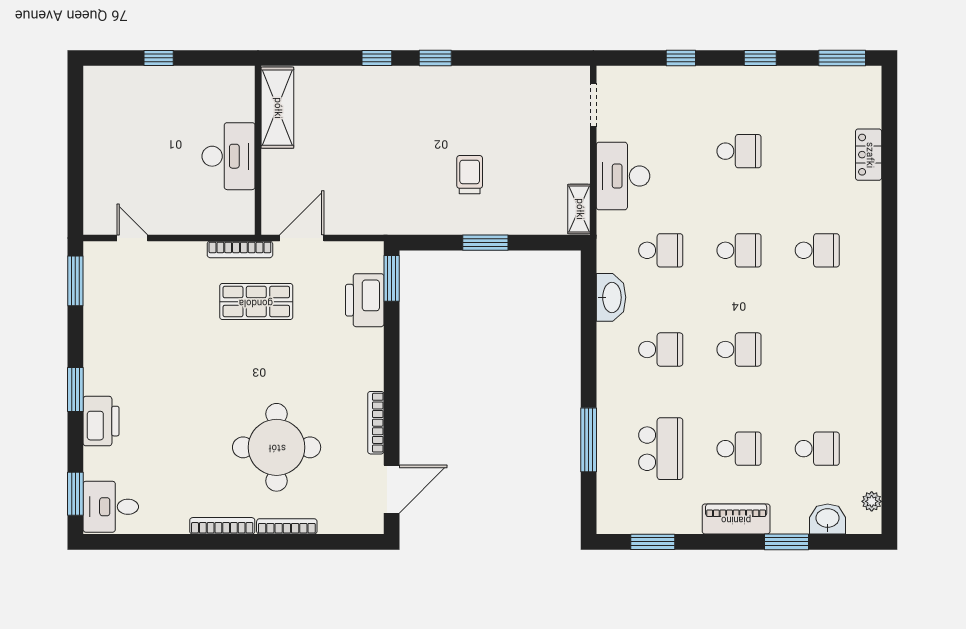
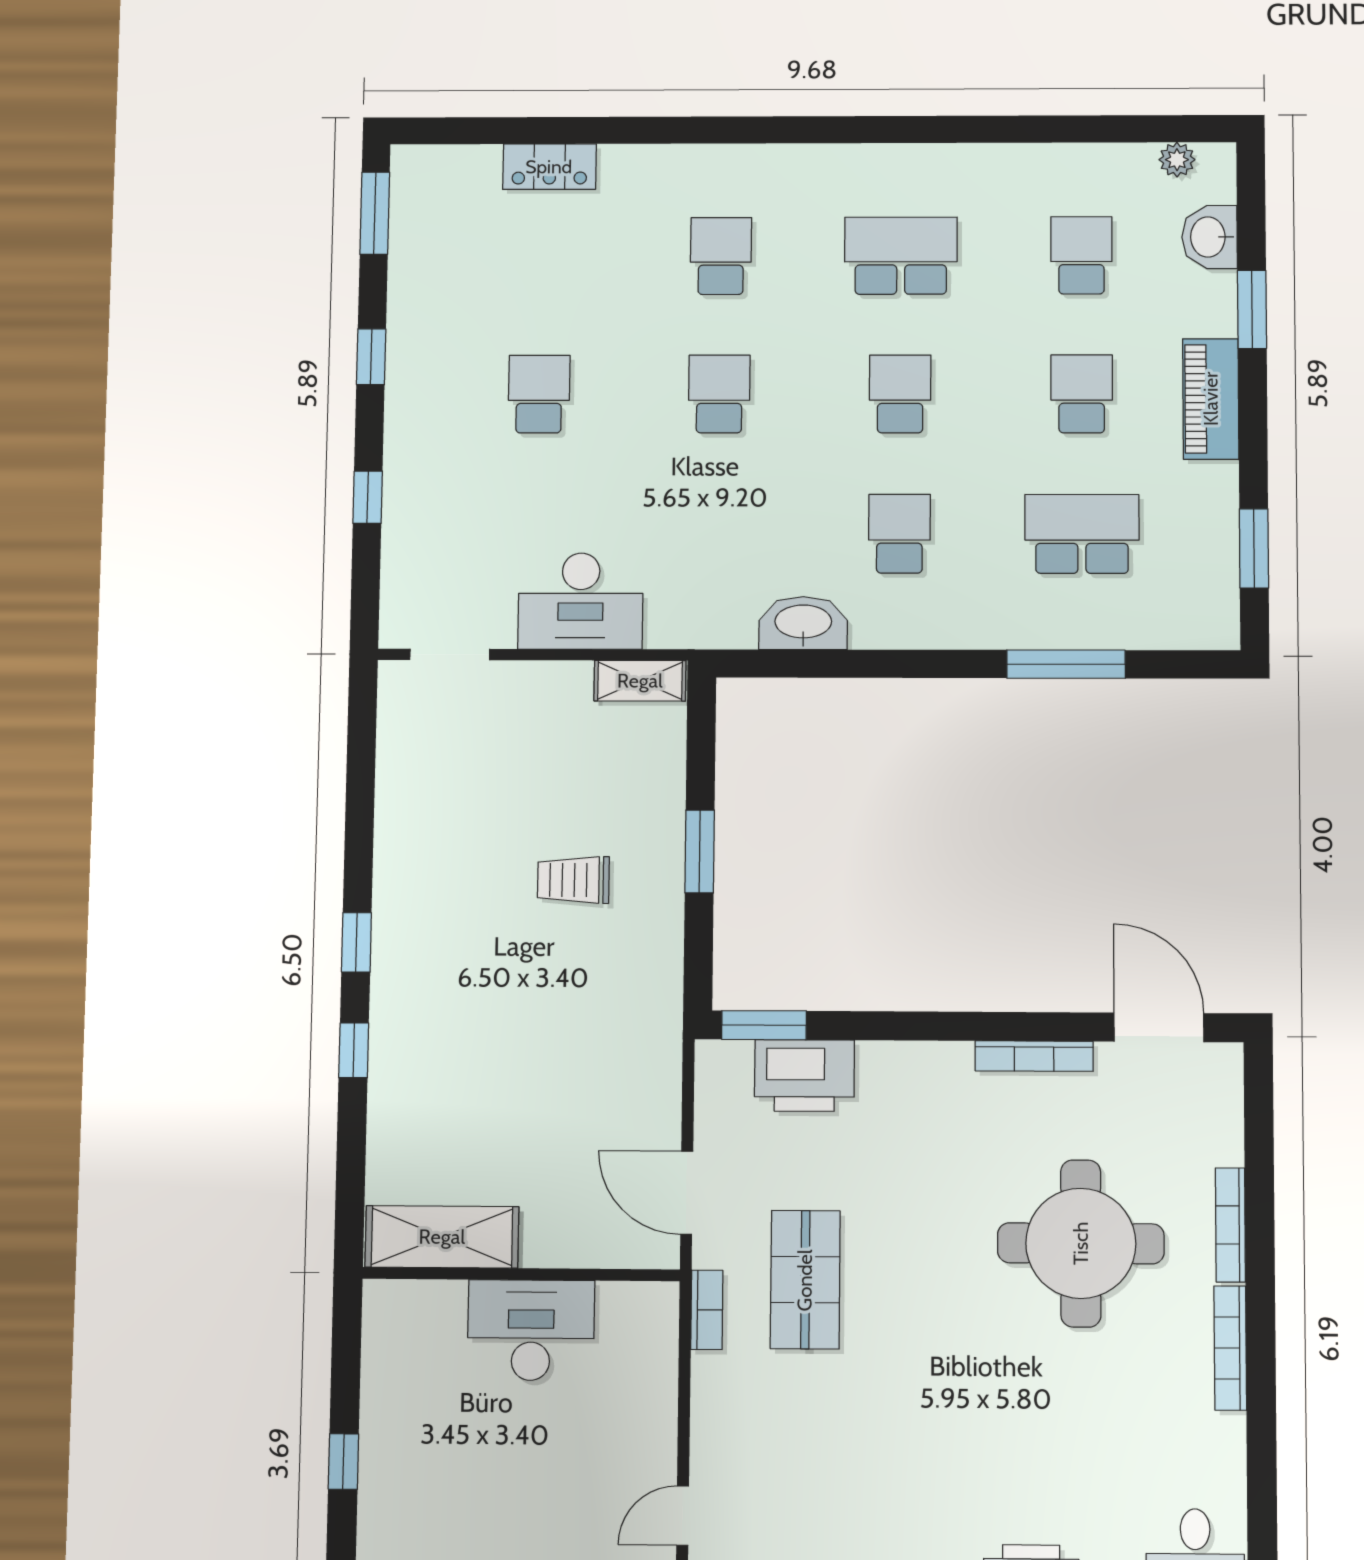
bookcase: (240, 249) -> (707, 1310), width x0.64
school desk: (661, 250) -> (901, 256), moved, width x1.85

